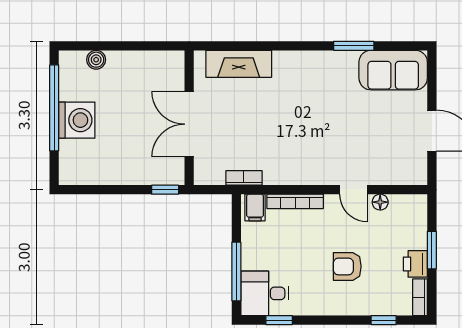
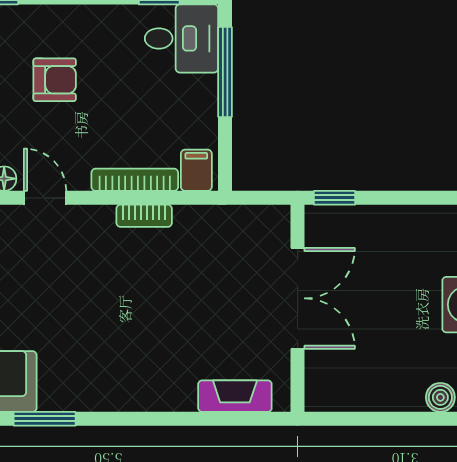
fireplace: (239, 64) -> (235, 396), width x0.73, depth x0.76
bookcase: (244, 178) -> (144, 216), moved

